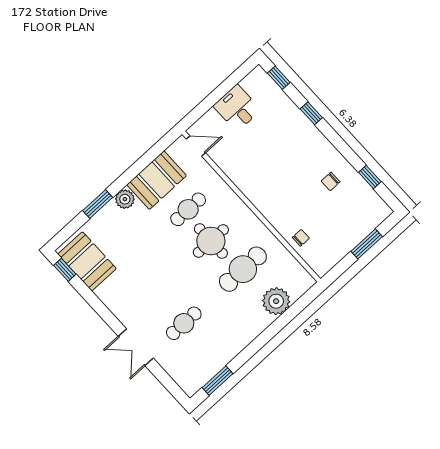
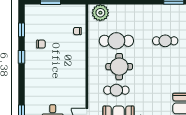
window: (311, 113) -> (21, 57), moved
plant: (276, 301) -> (100, 13), moved

